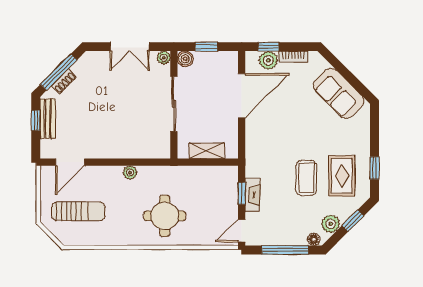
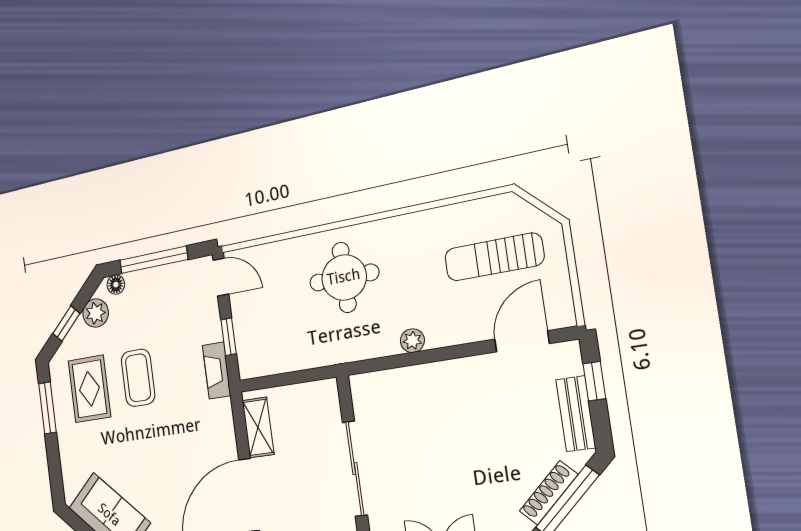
shoe rack: (64, 82) -> (549, 493), width x1.43
window: (36, 121) -> (594, 381), moved
shelving: (207, 151) -> (258, 427), moved, turned 90
window: (375, 168) -> (47, 408), width x1.50
fireplace: (252, 195) -> (217, 370), moved
door: (242, 231) -> (221, 277), hinge flipped

